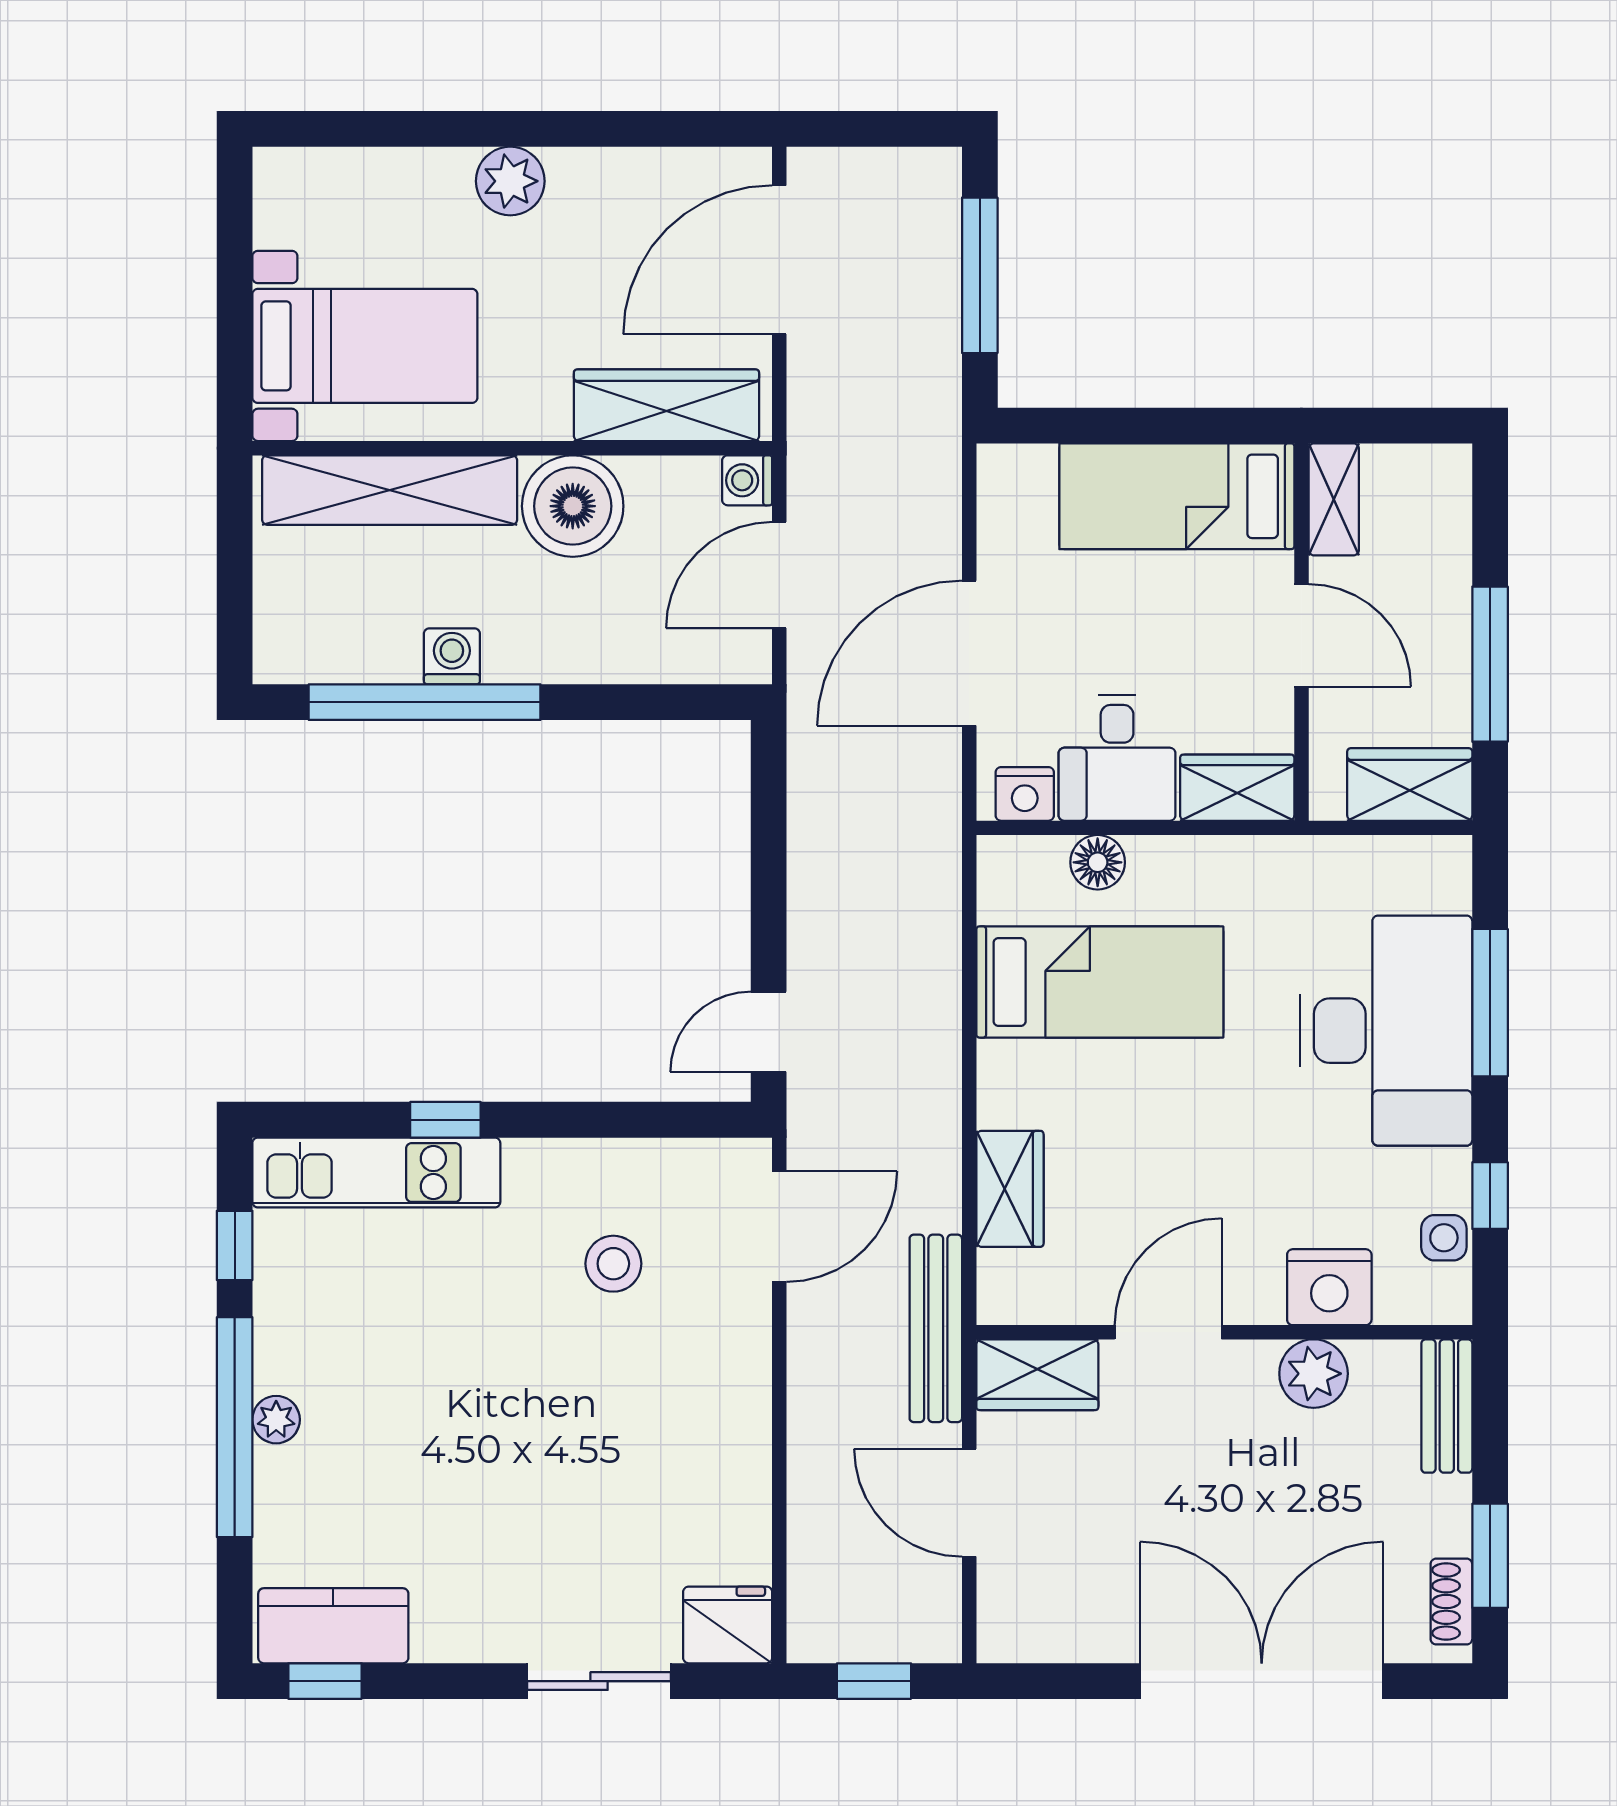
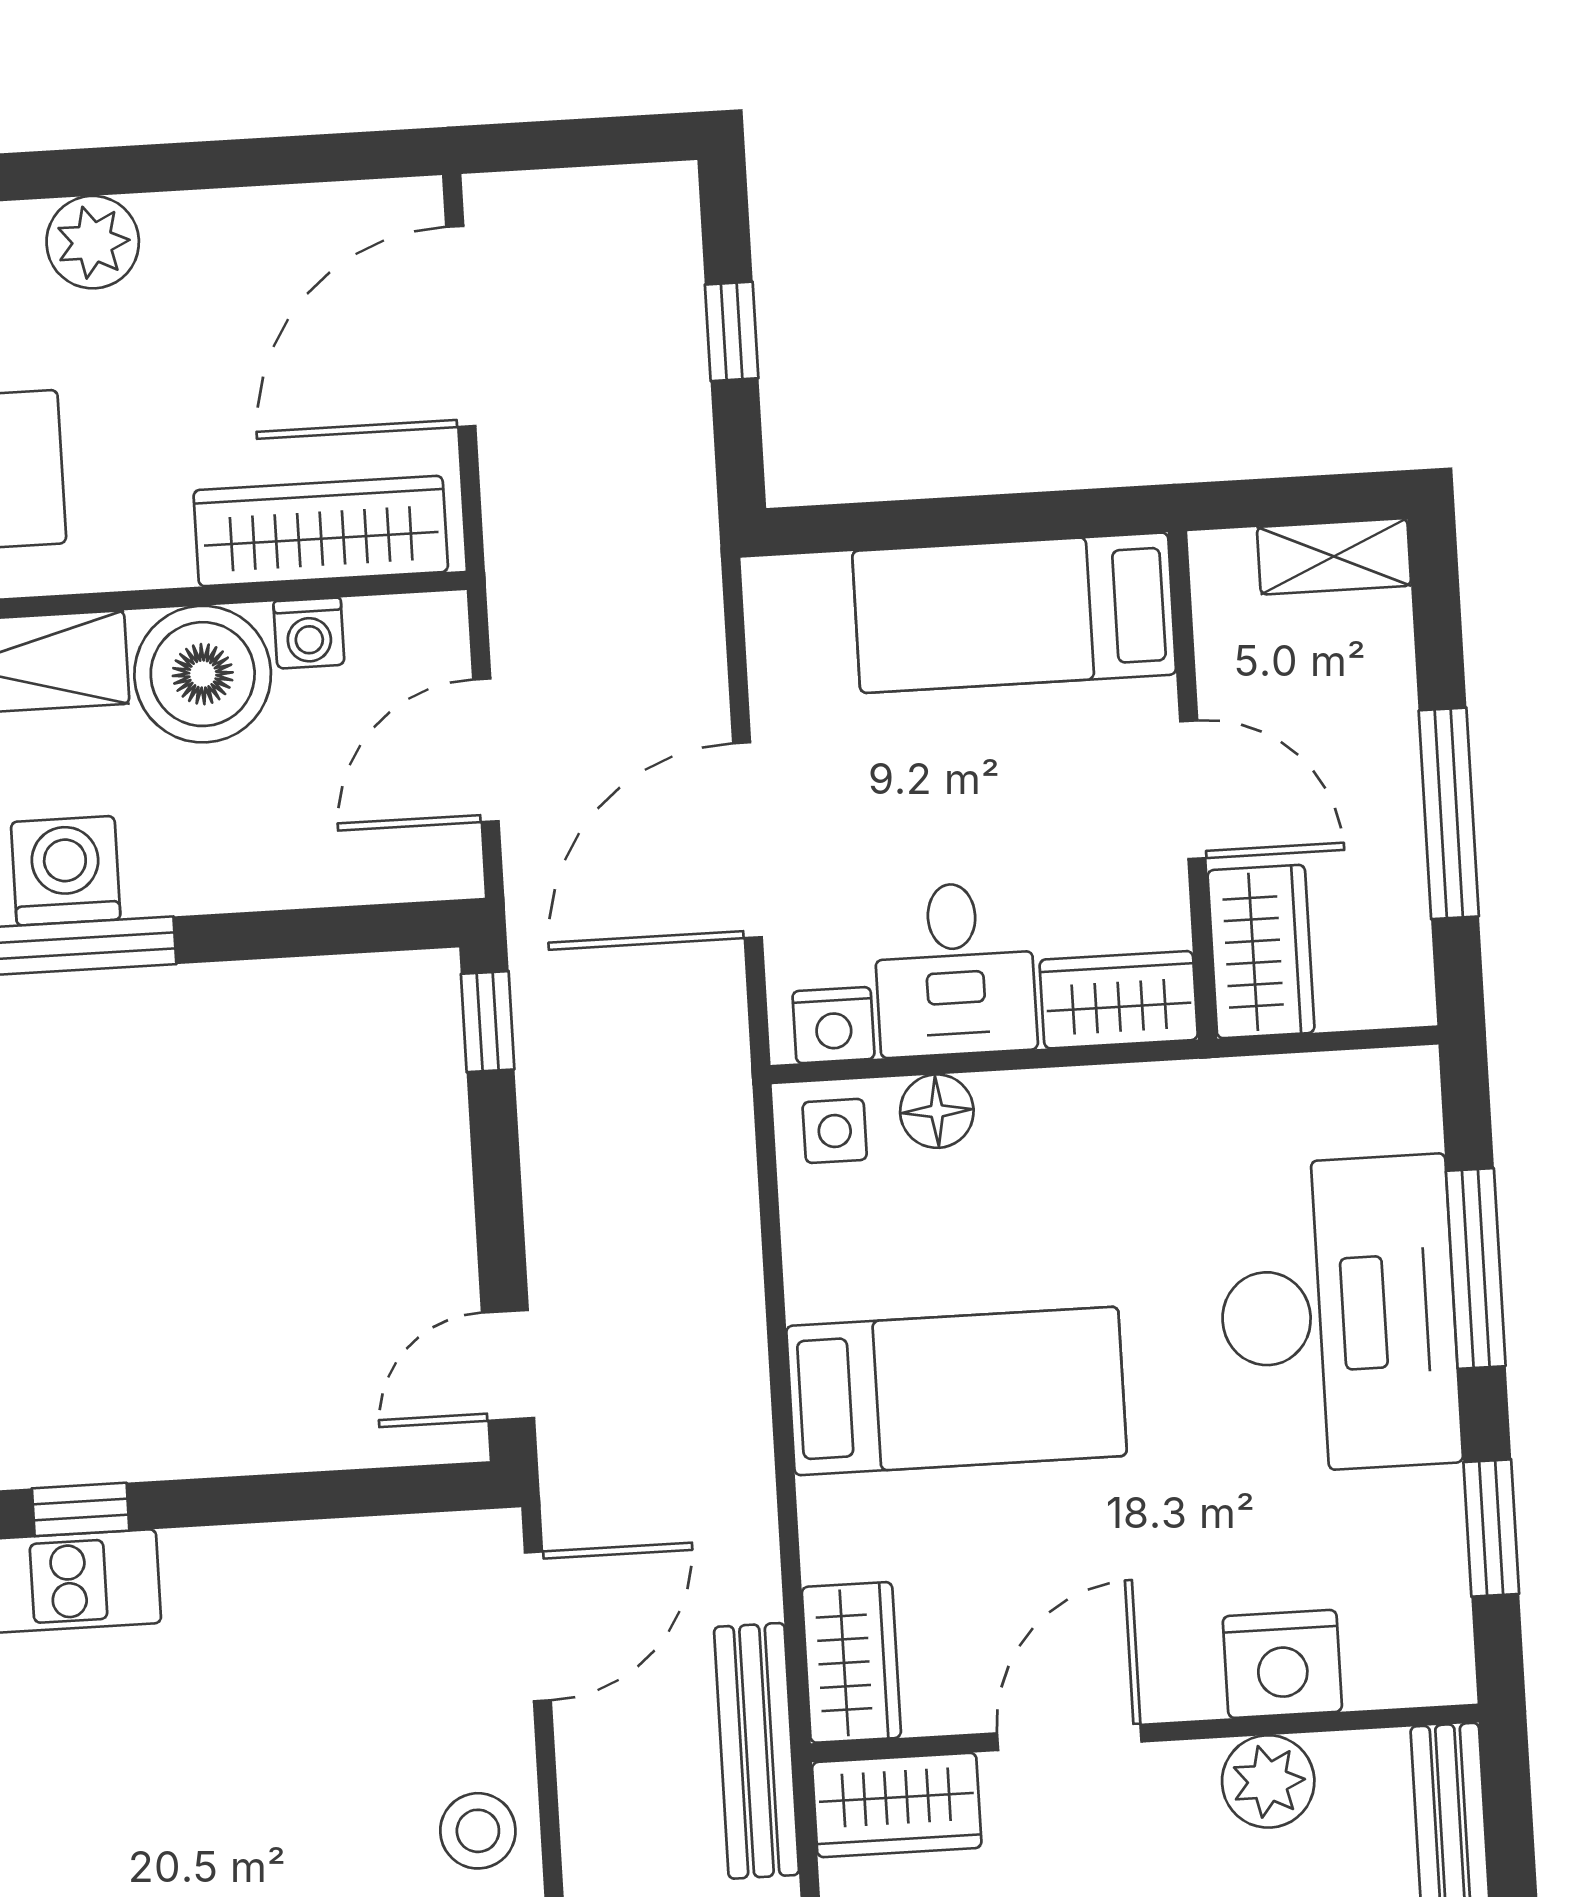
window: (980, 275) -> (732, 331), width x0.46
washing machine: (747, 480) -> (309, 633), moved, turned -90
shelving: (1334, 499) -> (1334, 556), moved, turned 90
washing machine: (452, 656) -> (66, 871), width x1.38, depth x1.38
window: (769, 776) -> (488, 1022), added
wardrobe: (1410, 784) -> (1261, 952), moved, turned 90
bed: (1100, 982) -> (956, 1391), moved
wardrobe: (1010, 1189) -> (851, 1662), moved
window: (1490, 1196) -> (1491, 1528), width x1.50
side table: (1444, 1238) -> (835, 1131), moved
stool: (613, 1264) -> (478, 1831), moved

